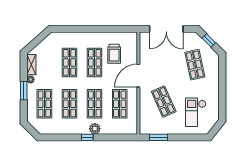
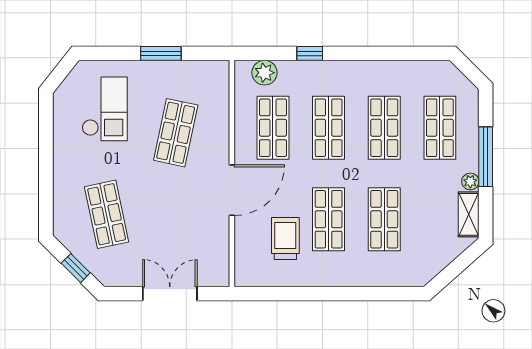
double door: (166, 29) -> (170, 294), width x0.73
window: (24, 91) -> (486, 157), width x1.44
shop shelf: (164, 102) -> (176, 133), turned 36
plant: (95, 129) -> (264, 73), moved
window: (87, 137) -> (310, 53), moved
window: (159, 137) -> (161, 53), moved

